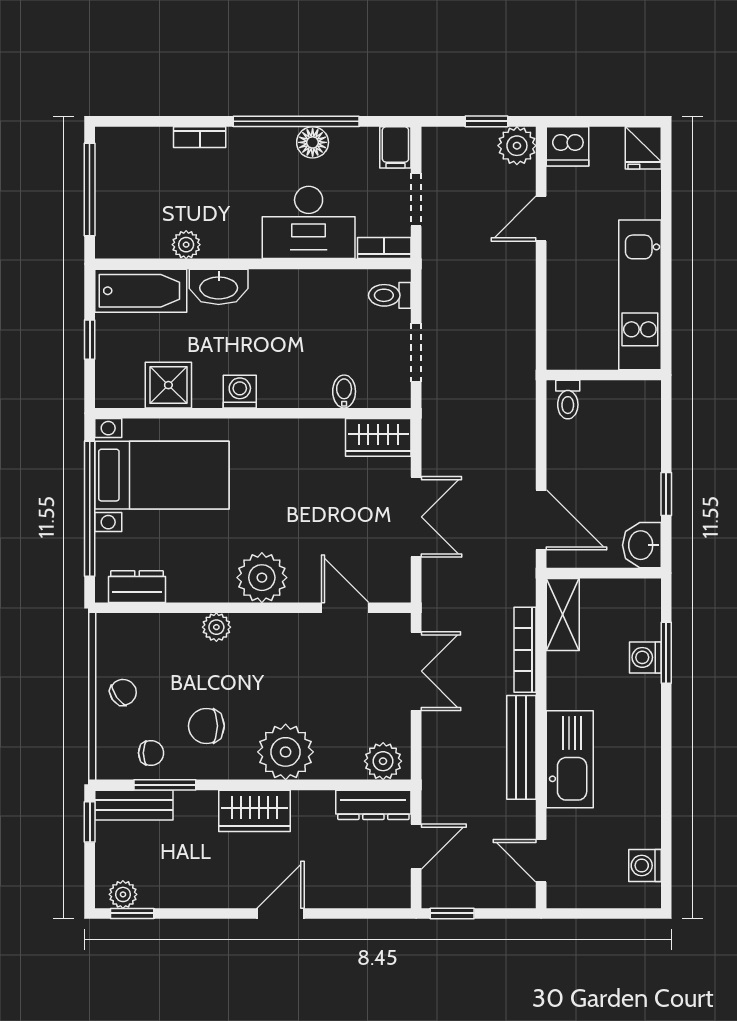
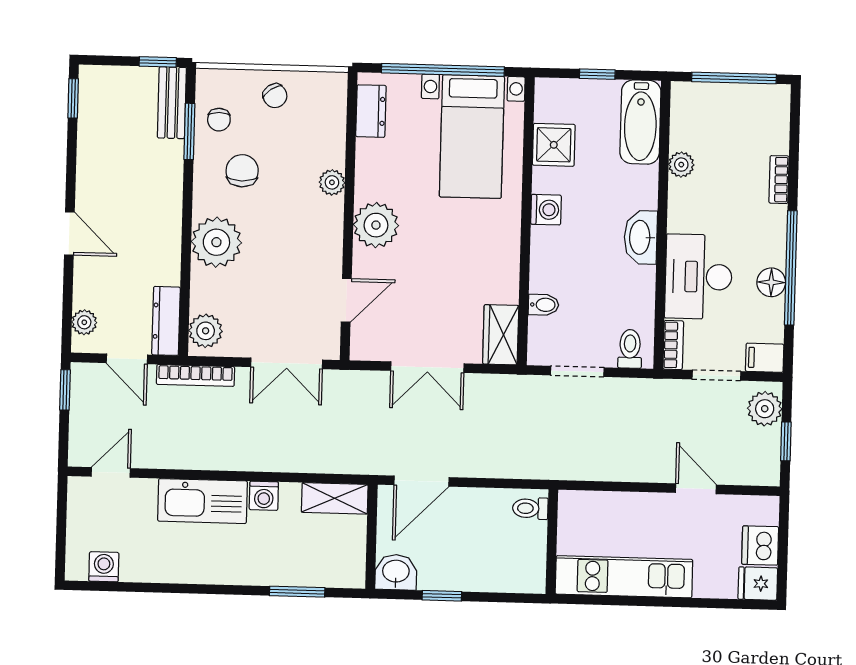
plant: (517, 146) -> (765, 409), moved
dishwasher: (568, 146) -> (760, 546), moved
washbasin: (219, 287) -> (641, 237), moved
bookcase: (525, 650) -> (195, 375), moved, turned 180
washing machine: (645, 657) -> (264, 496), moved, turned 180
bench: (521, 747) -> (215, 457), removed
wardrobe: (255, 811) -> (164, 212), removed
plant: (123, 894) -> (84, 322), moved

